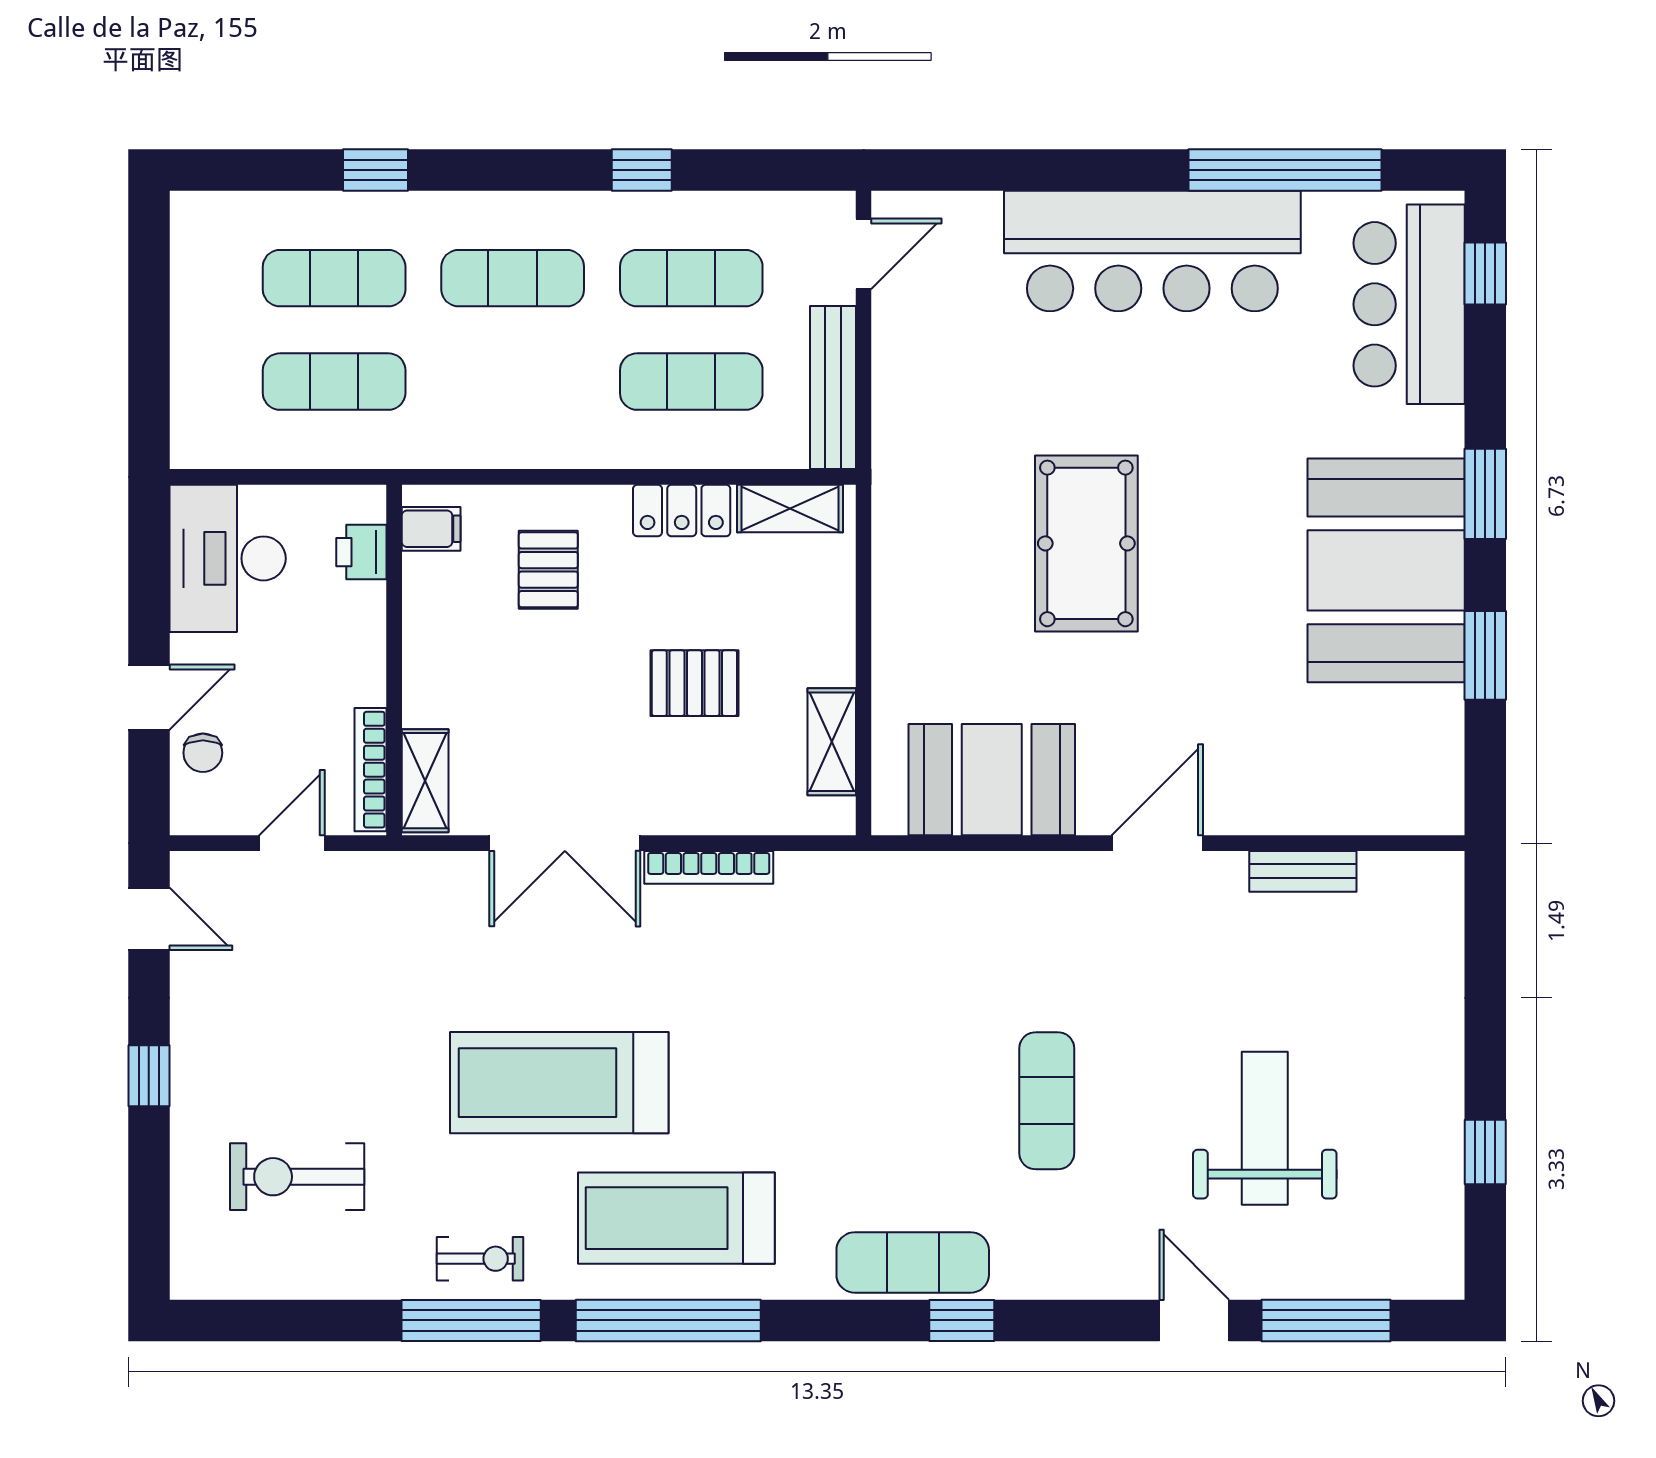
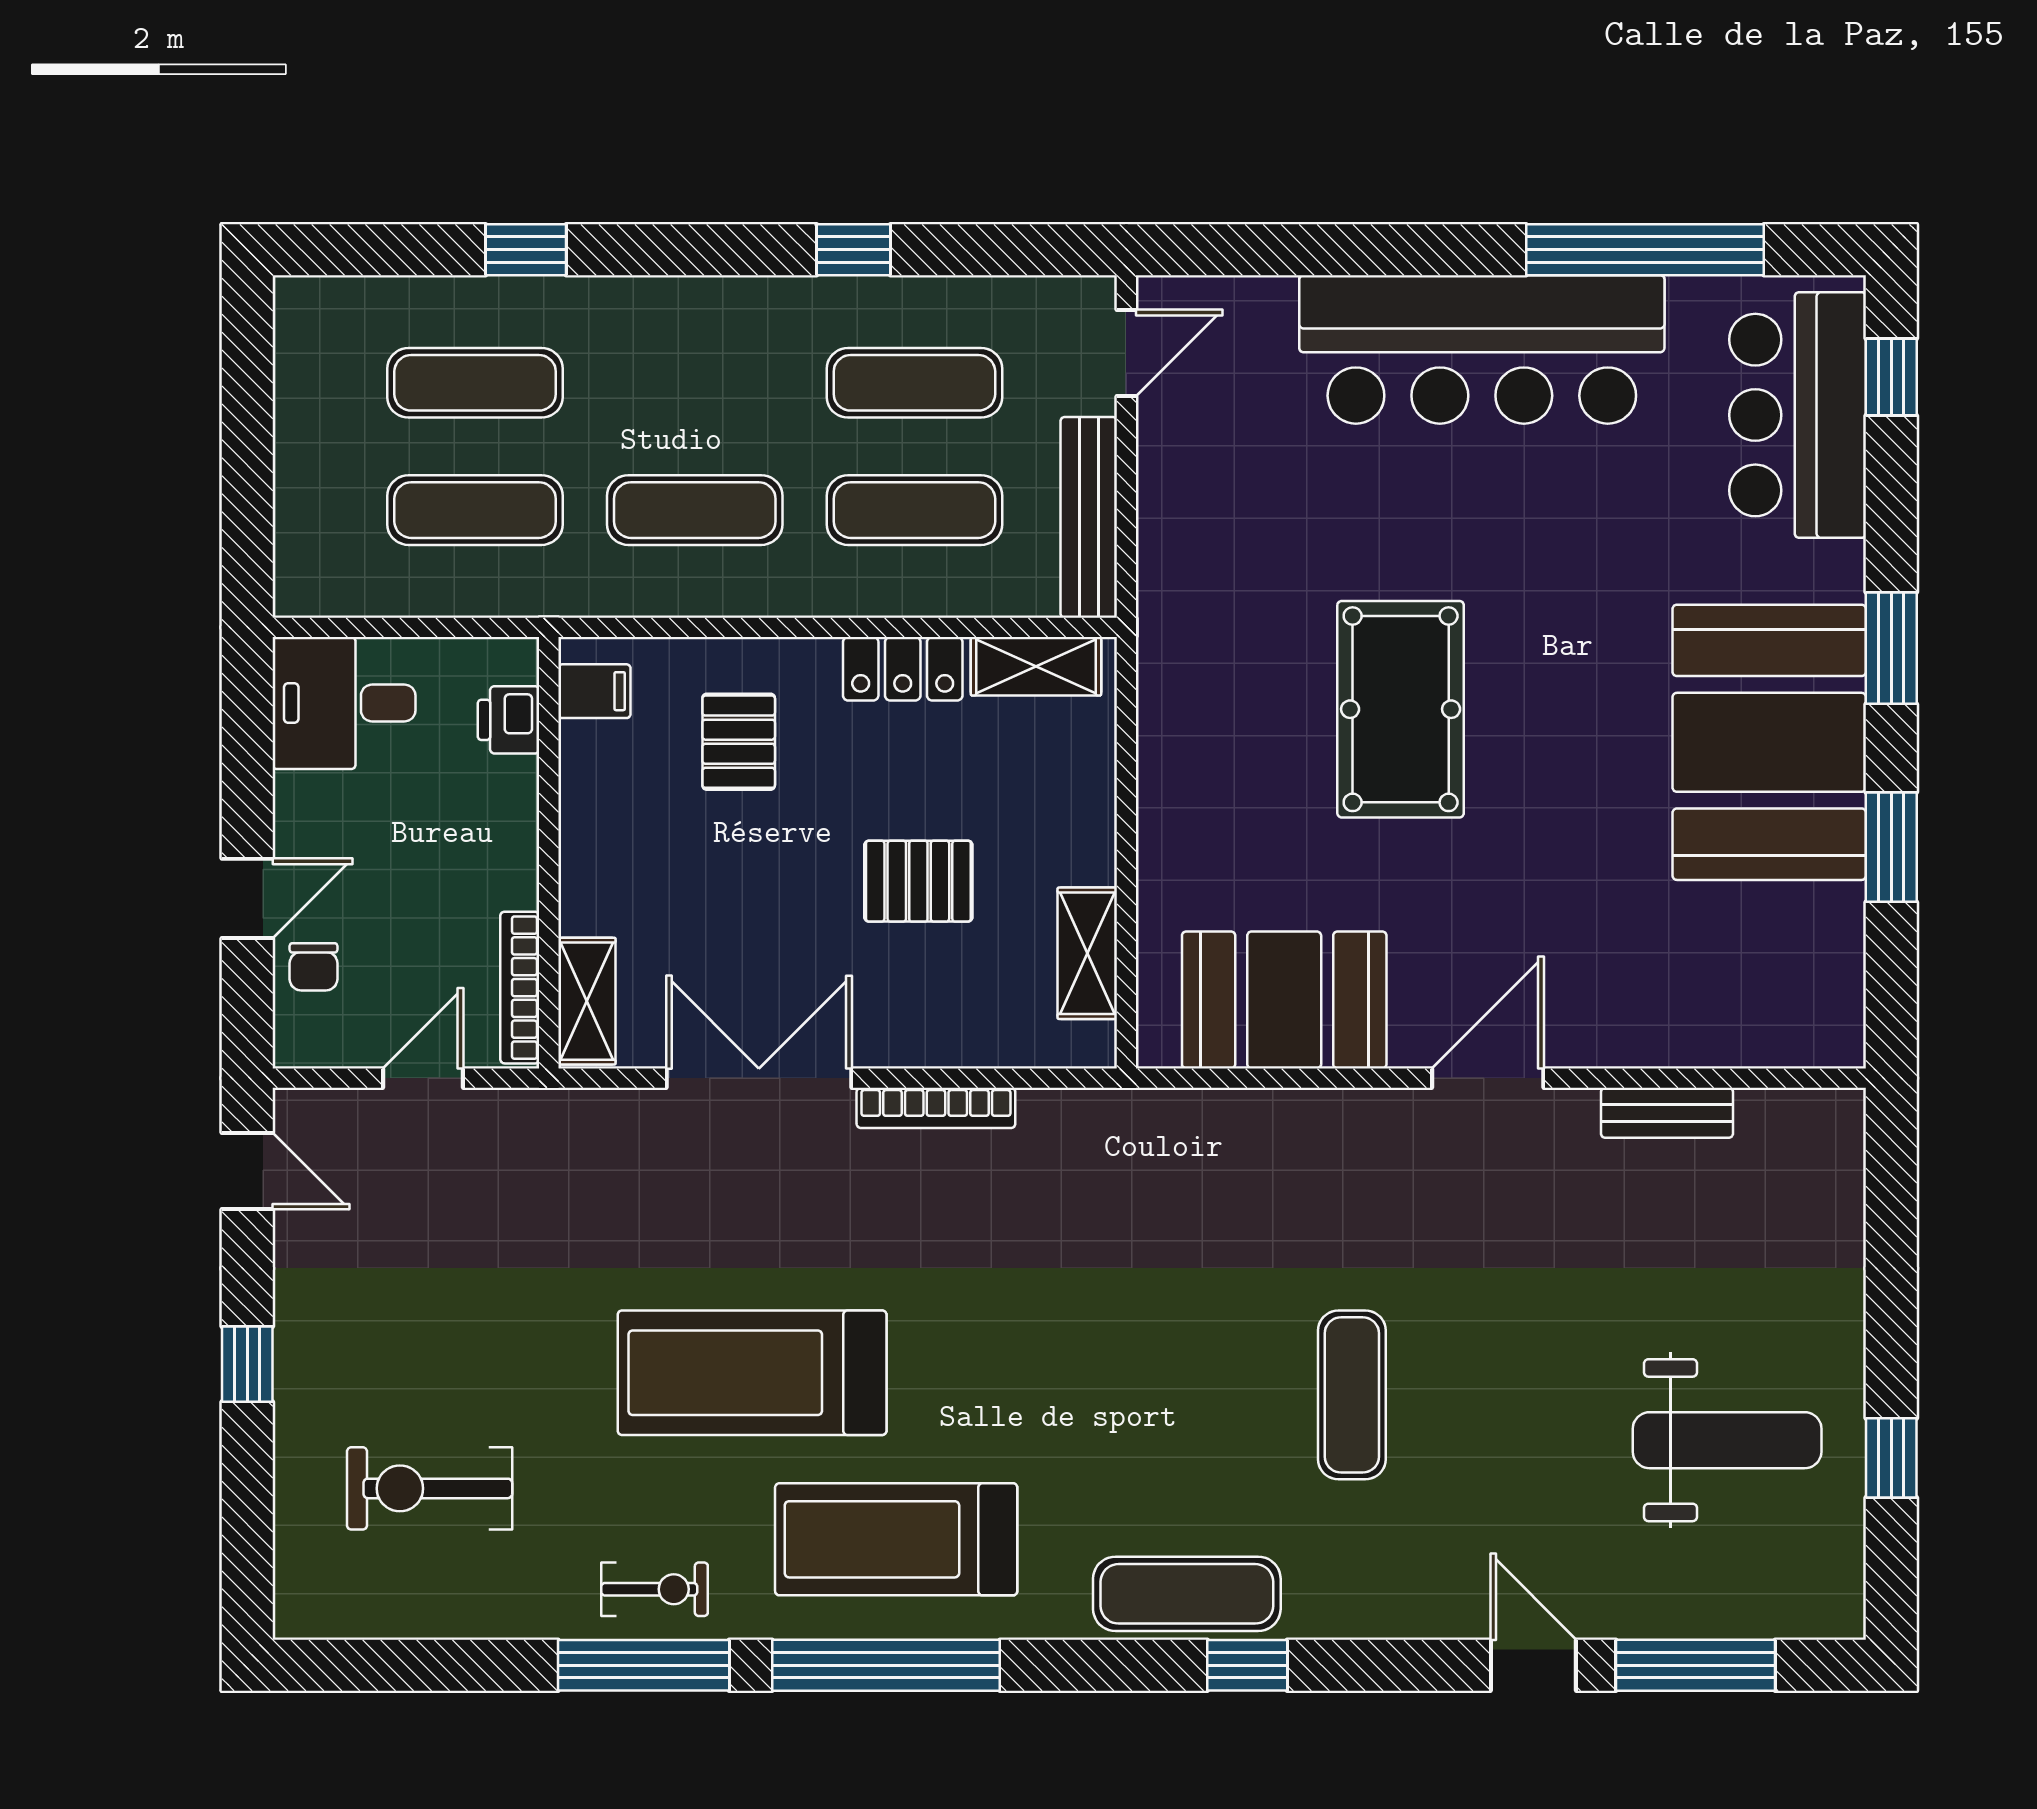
exercise mat: (513, 278) -> (695, 510), moved
desk: (228, 558) -> (344, 703), width x0.73
double door: (565, 843) -> (759, 1078), swing flipped
weight bench: (1265, 1128) -> (1727, 1440), moved, turned 90

